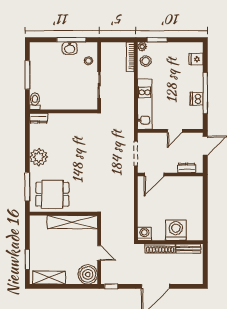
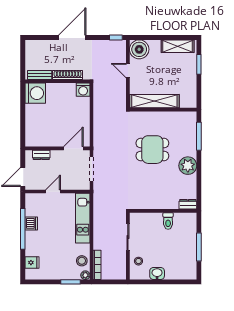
window: (71, 40) -> (155, 282), removed
toilet: (35, 101) -> (168, 221), moved
dining table: (52, 194) -> (152, 150), moved
washing machine: (176, 230) -> (35, 93), moved, turned -90

